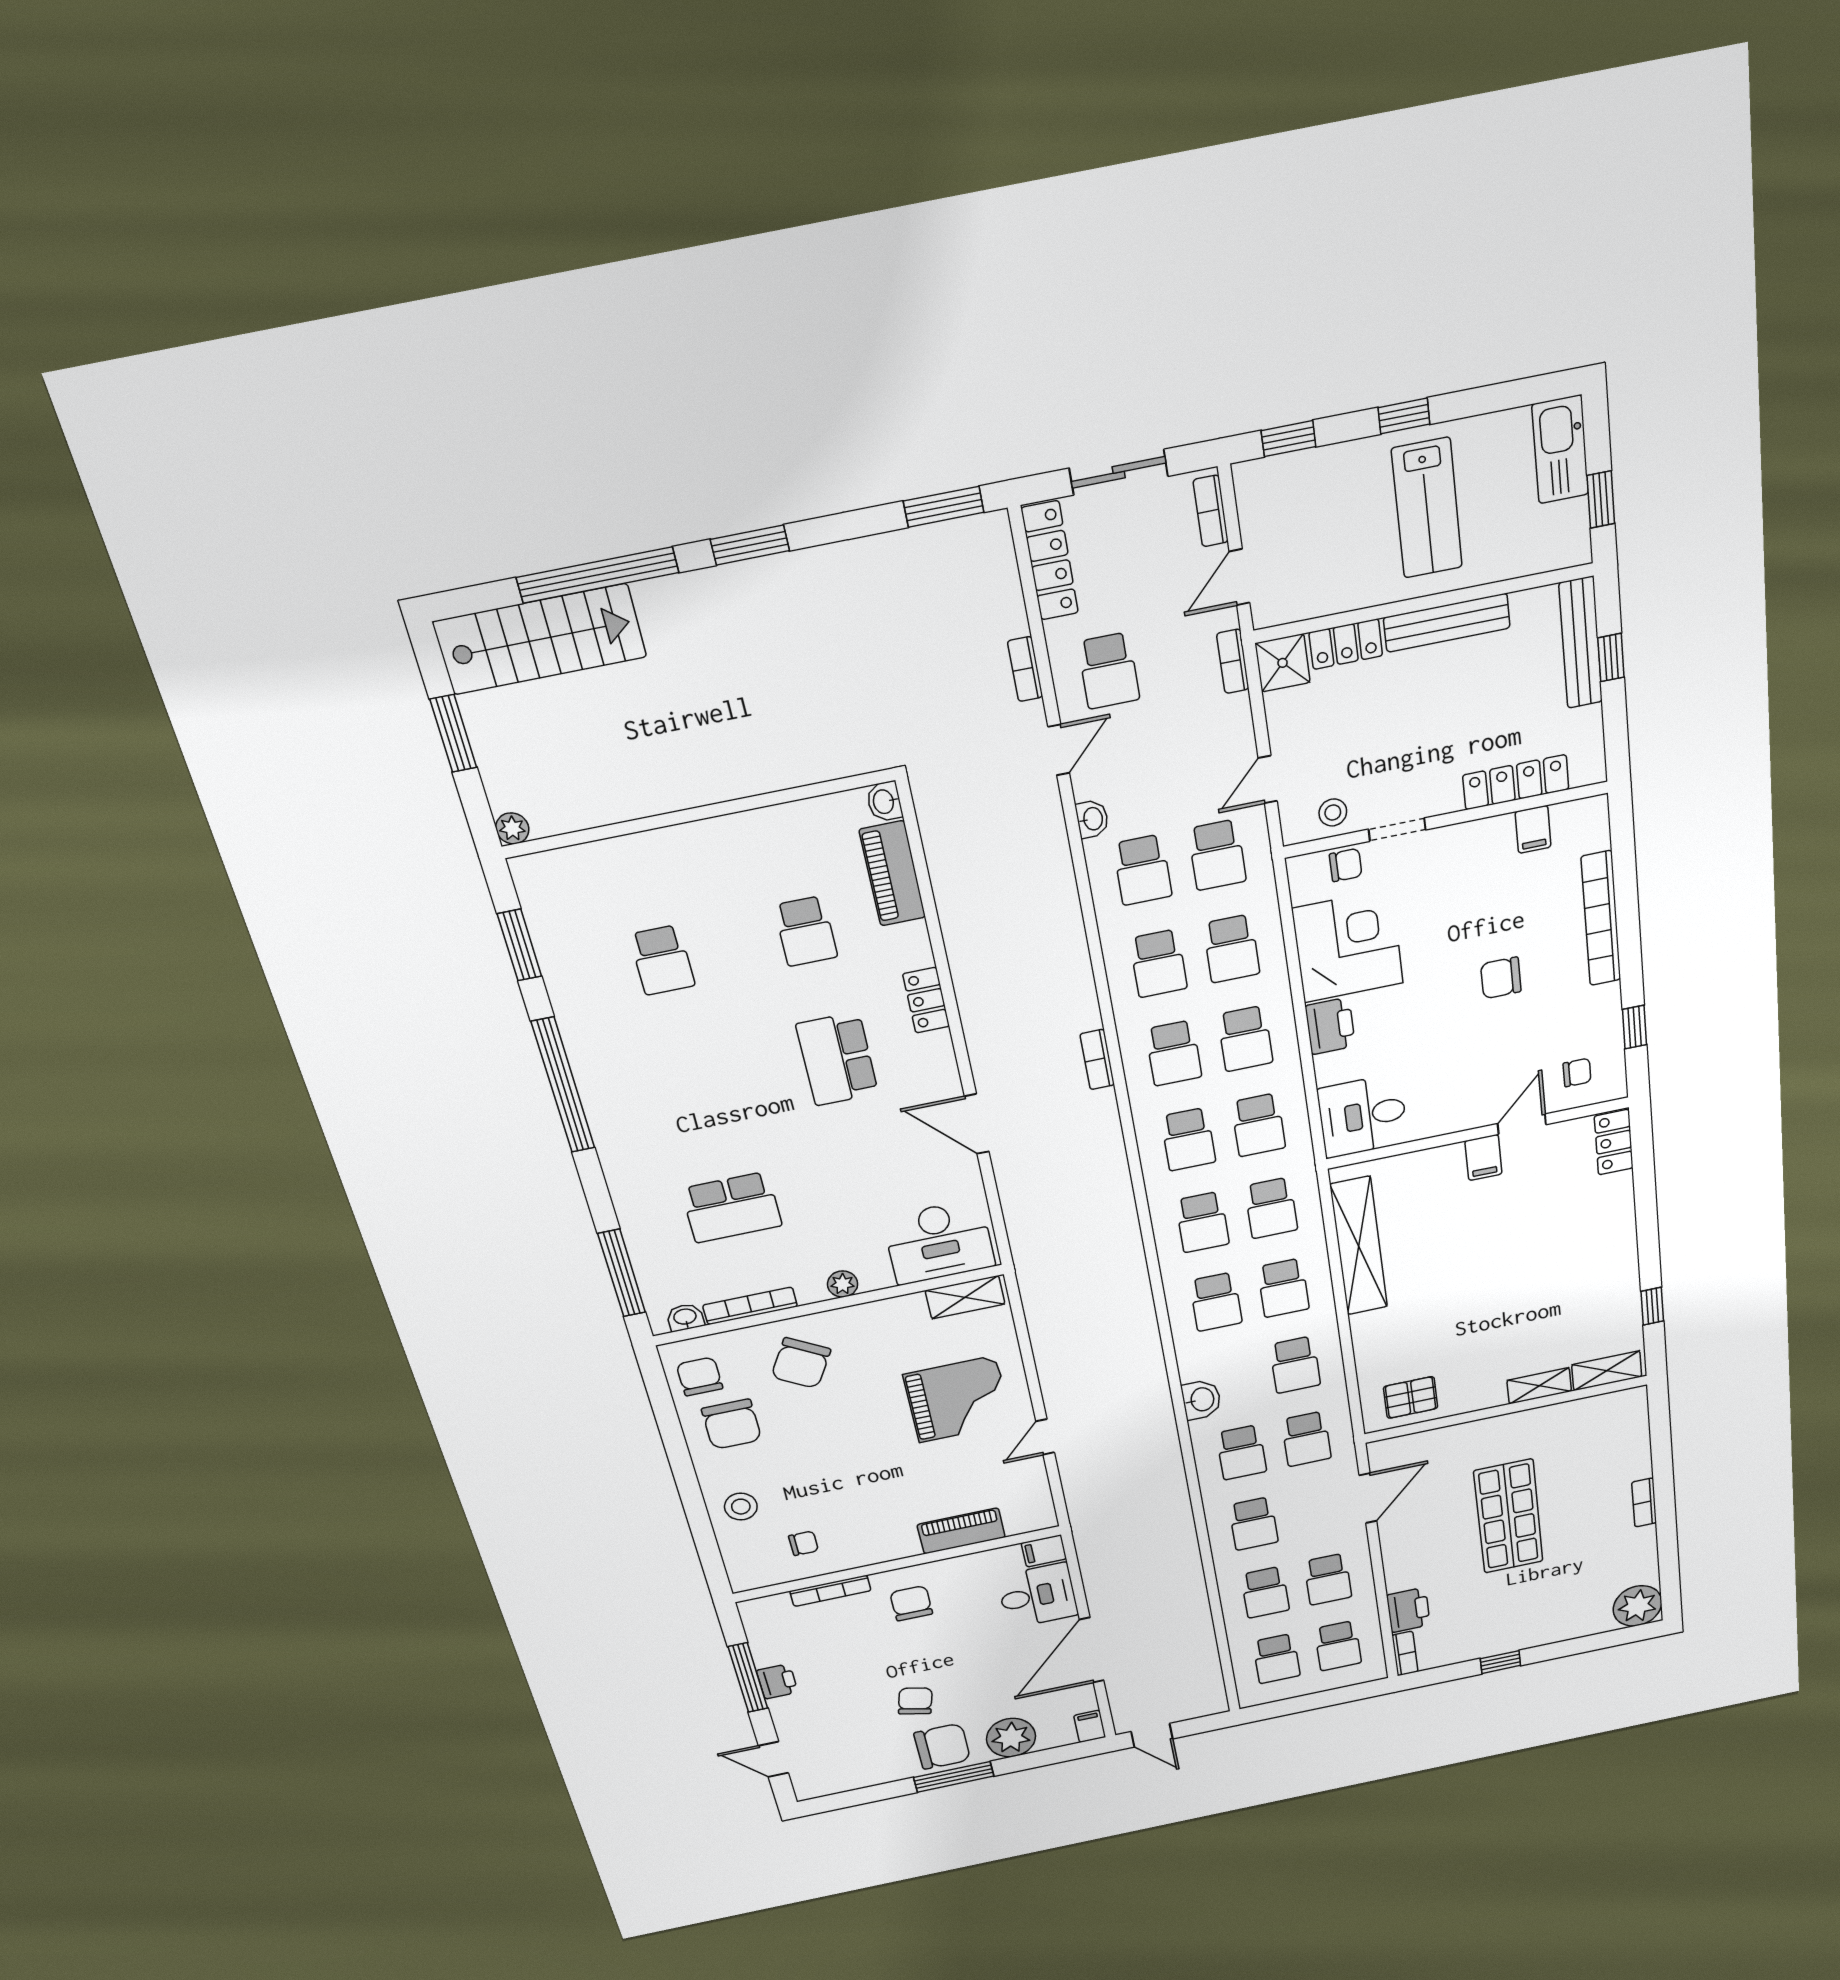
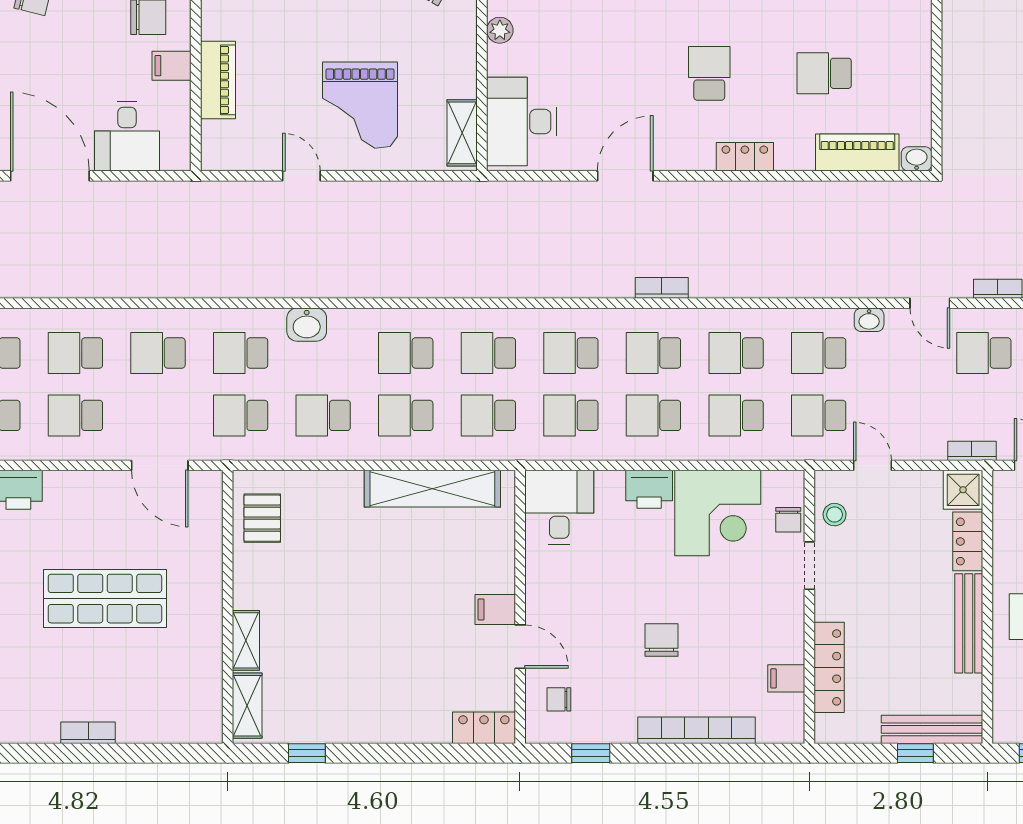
school desk: (837, 1059) -> (709, 73), width x0.54
chair: (1577, 1072) -> (559, 699), turned 90
filing cabinet: (1044, 1551) -> (172, 66), moved, turned -90

